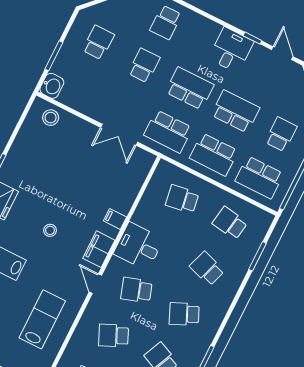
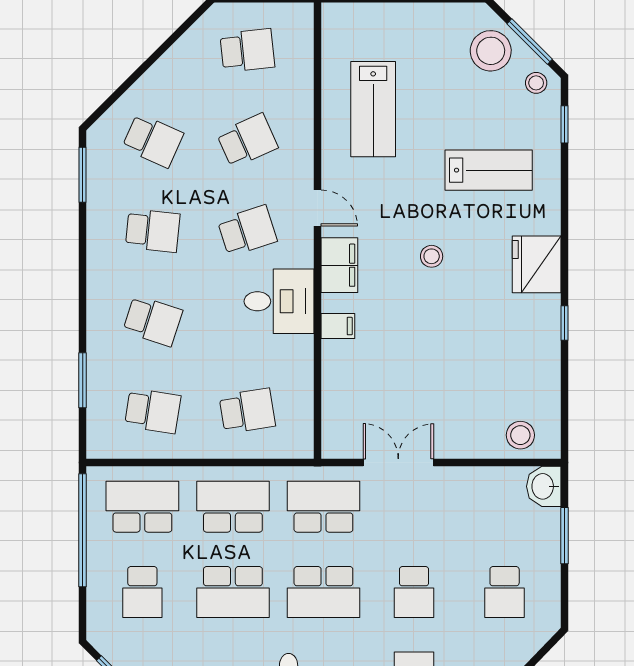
school desk: (184, 314) -> (153, 231), turned 30

